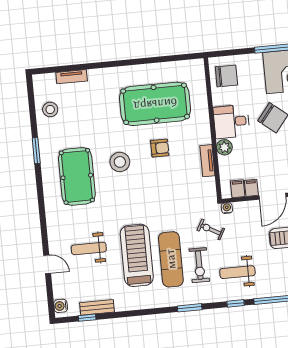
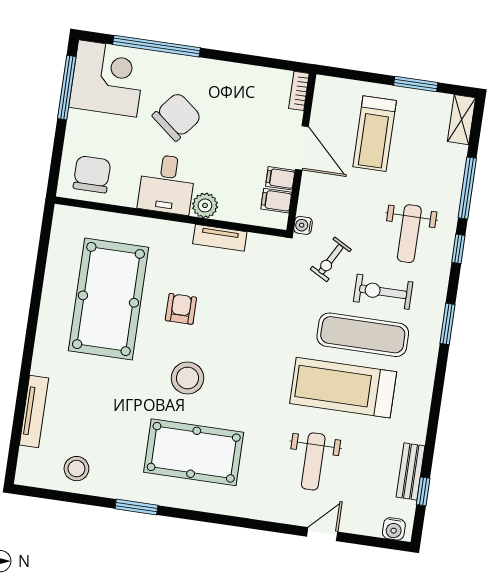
tv unit: (72, 77) -> (34, 411), width x1.41
exercise bike: (199, 265) -> (383, 292), turned 180

